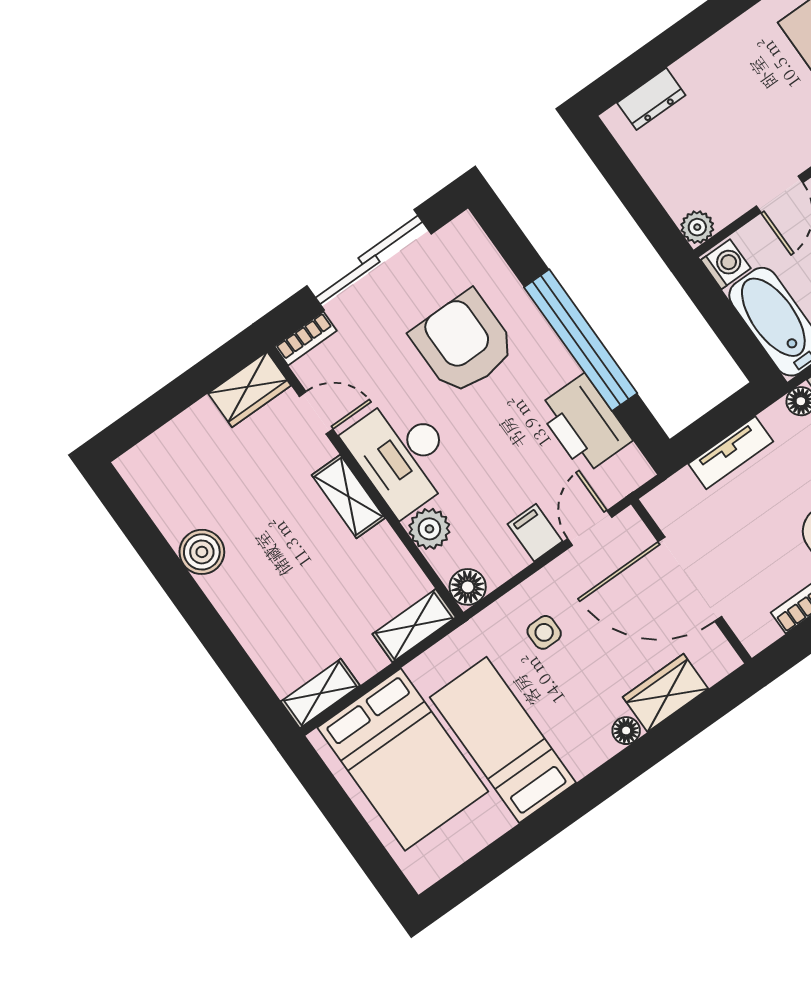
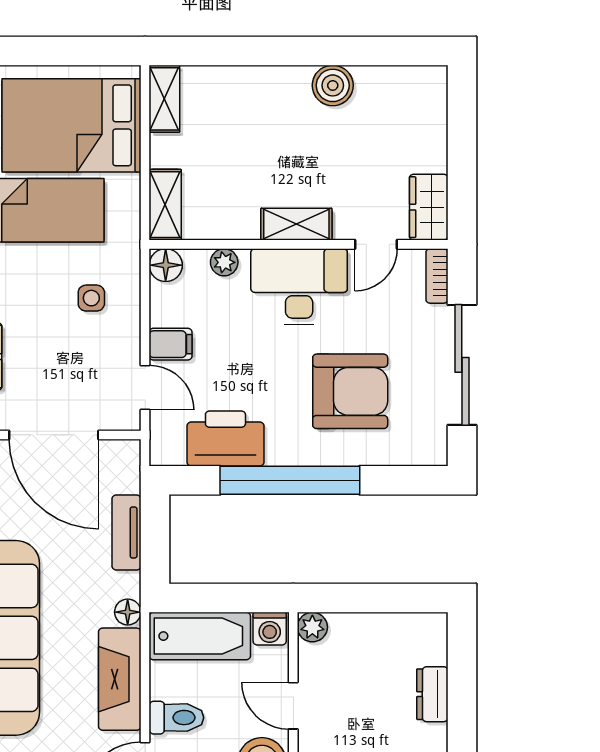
dresser: (651, 99) -> (432, 694), moved
plant: (429, 529) -> (224, 262), width x0.73, depth x0.73
door: (690, 579) -> (54, 435), swing flipped

